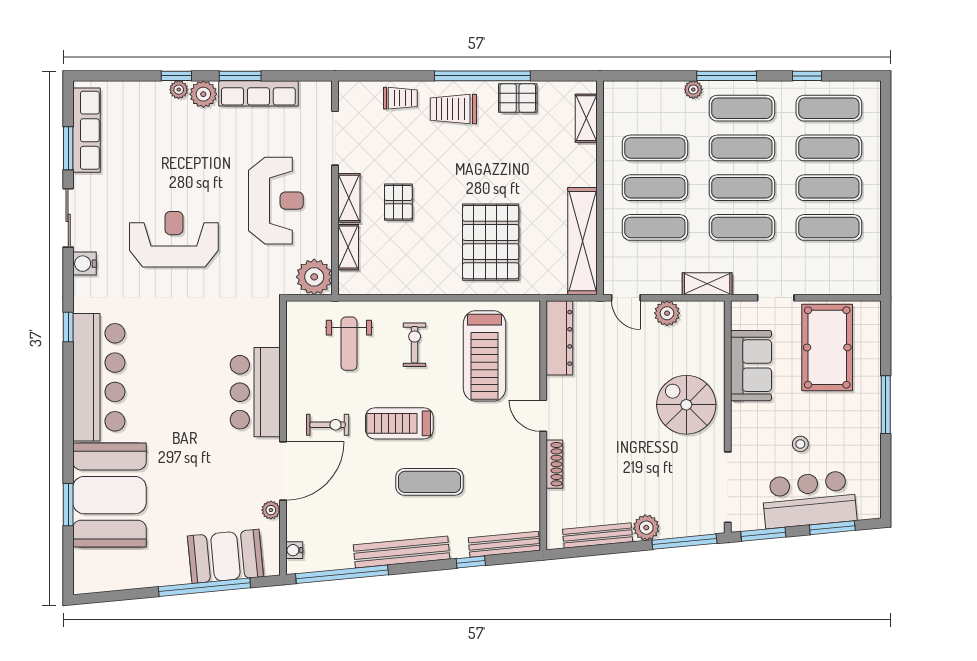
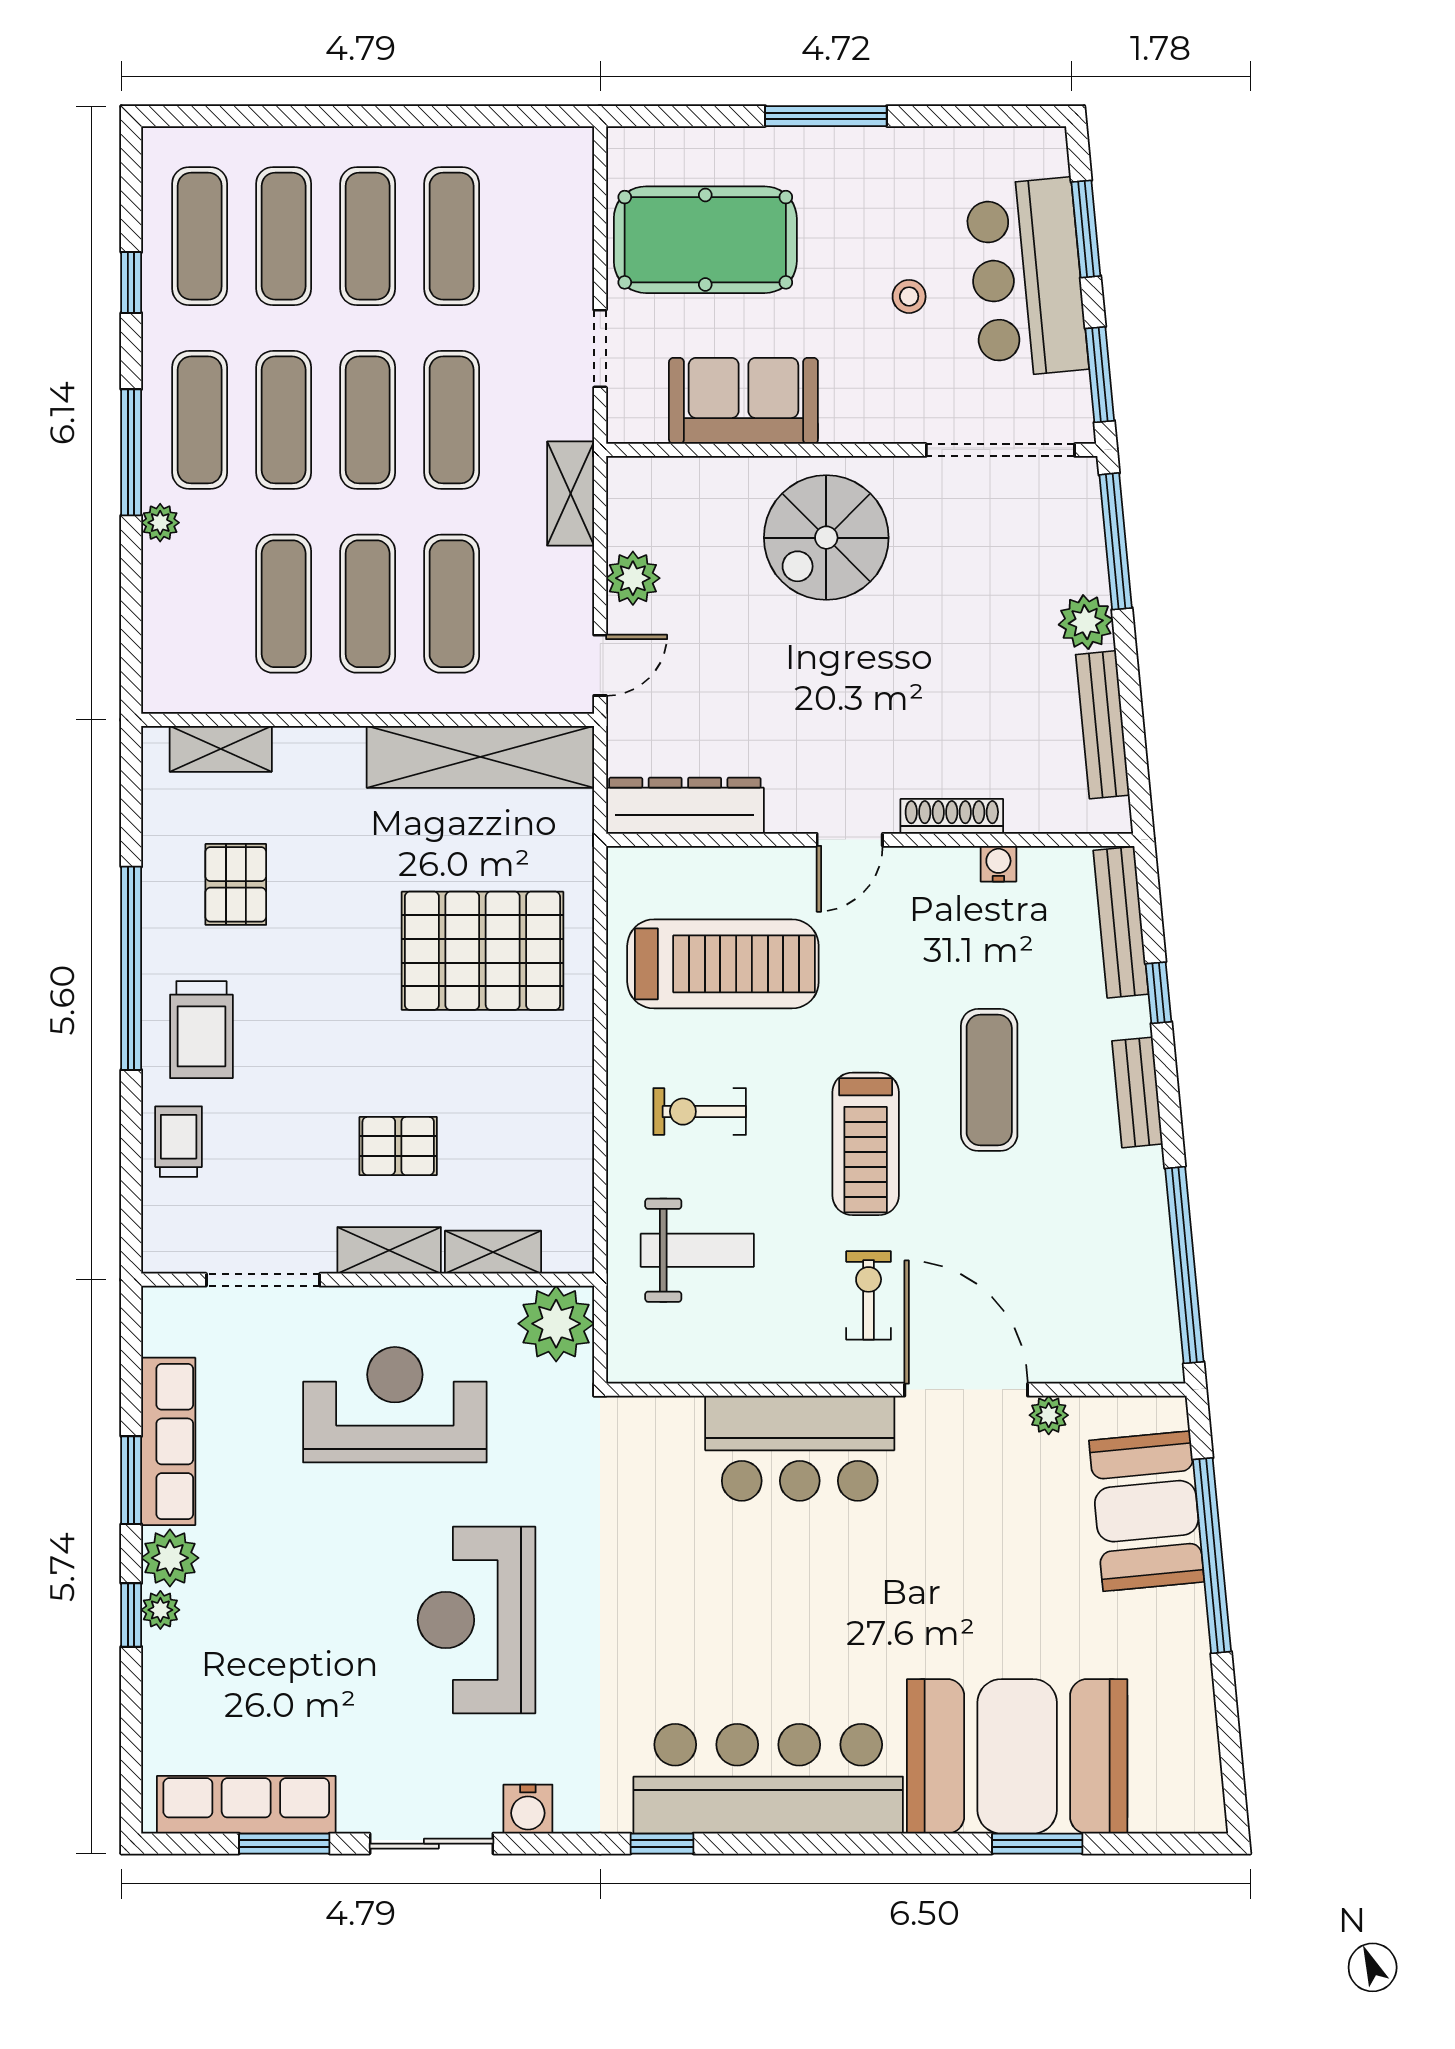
pallet: (518, 98) -> (236, 884), moved
water cooler: (294, 550) -> (998, 864), moved, turned 180
bench: (402, 552) -> (1137, 1092), width x0.54, depth x0.82

